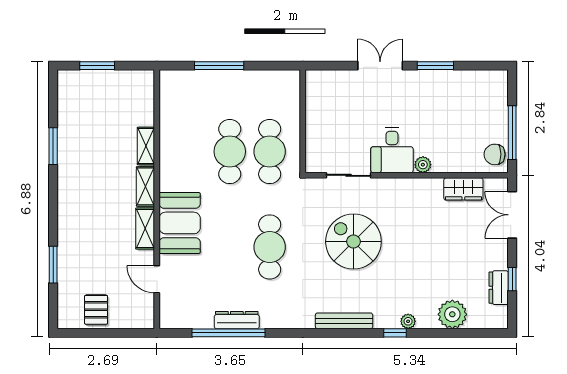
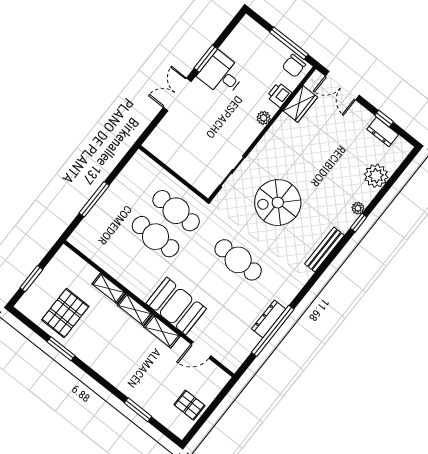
pallet: (90, 124) -> (65, 313), added
desk: (392, 150) -> (221, 74), moved, turned 180
printer: (456, 162) -> (279, 95), added

